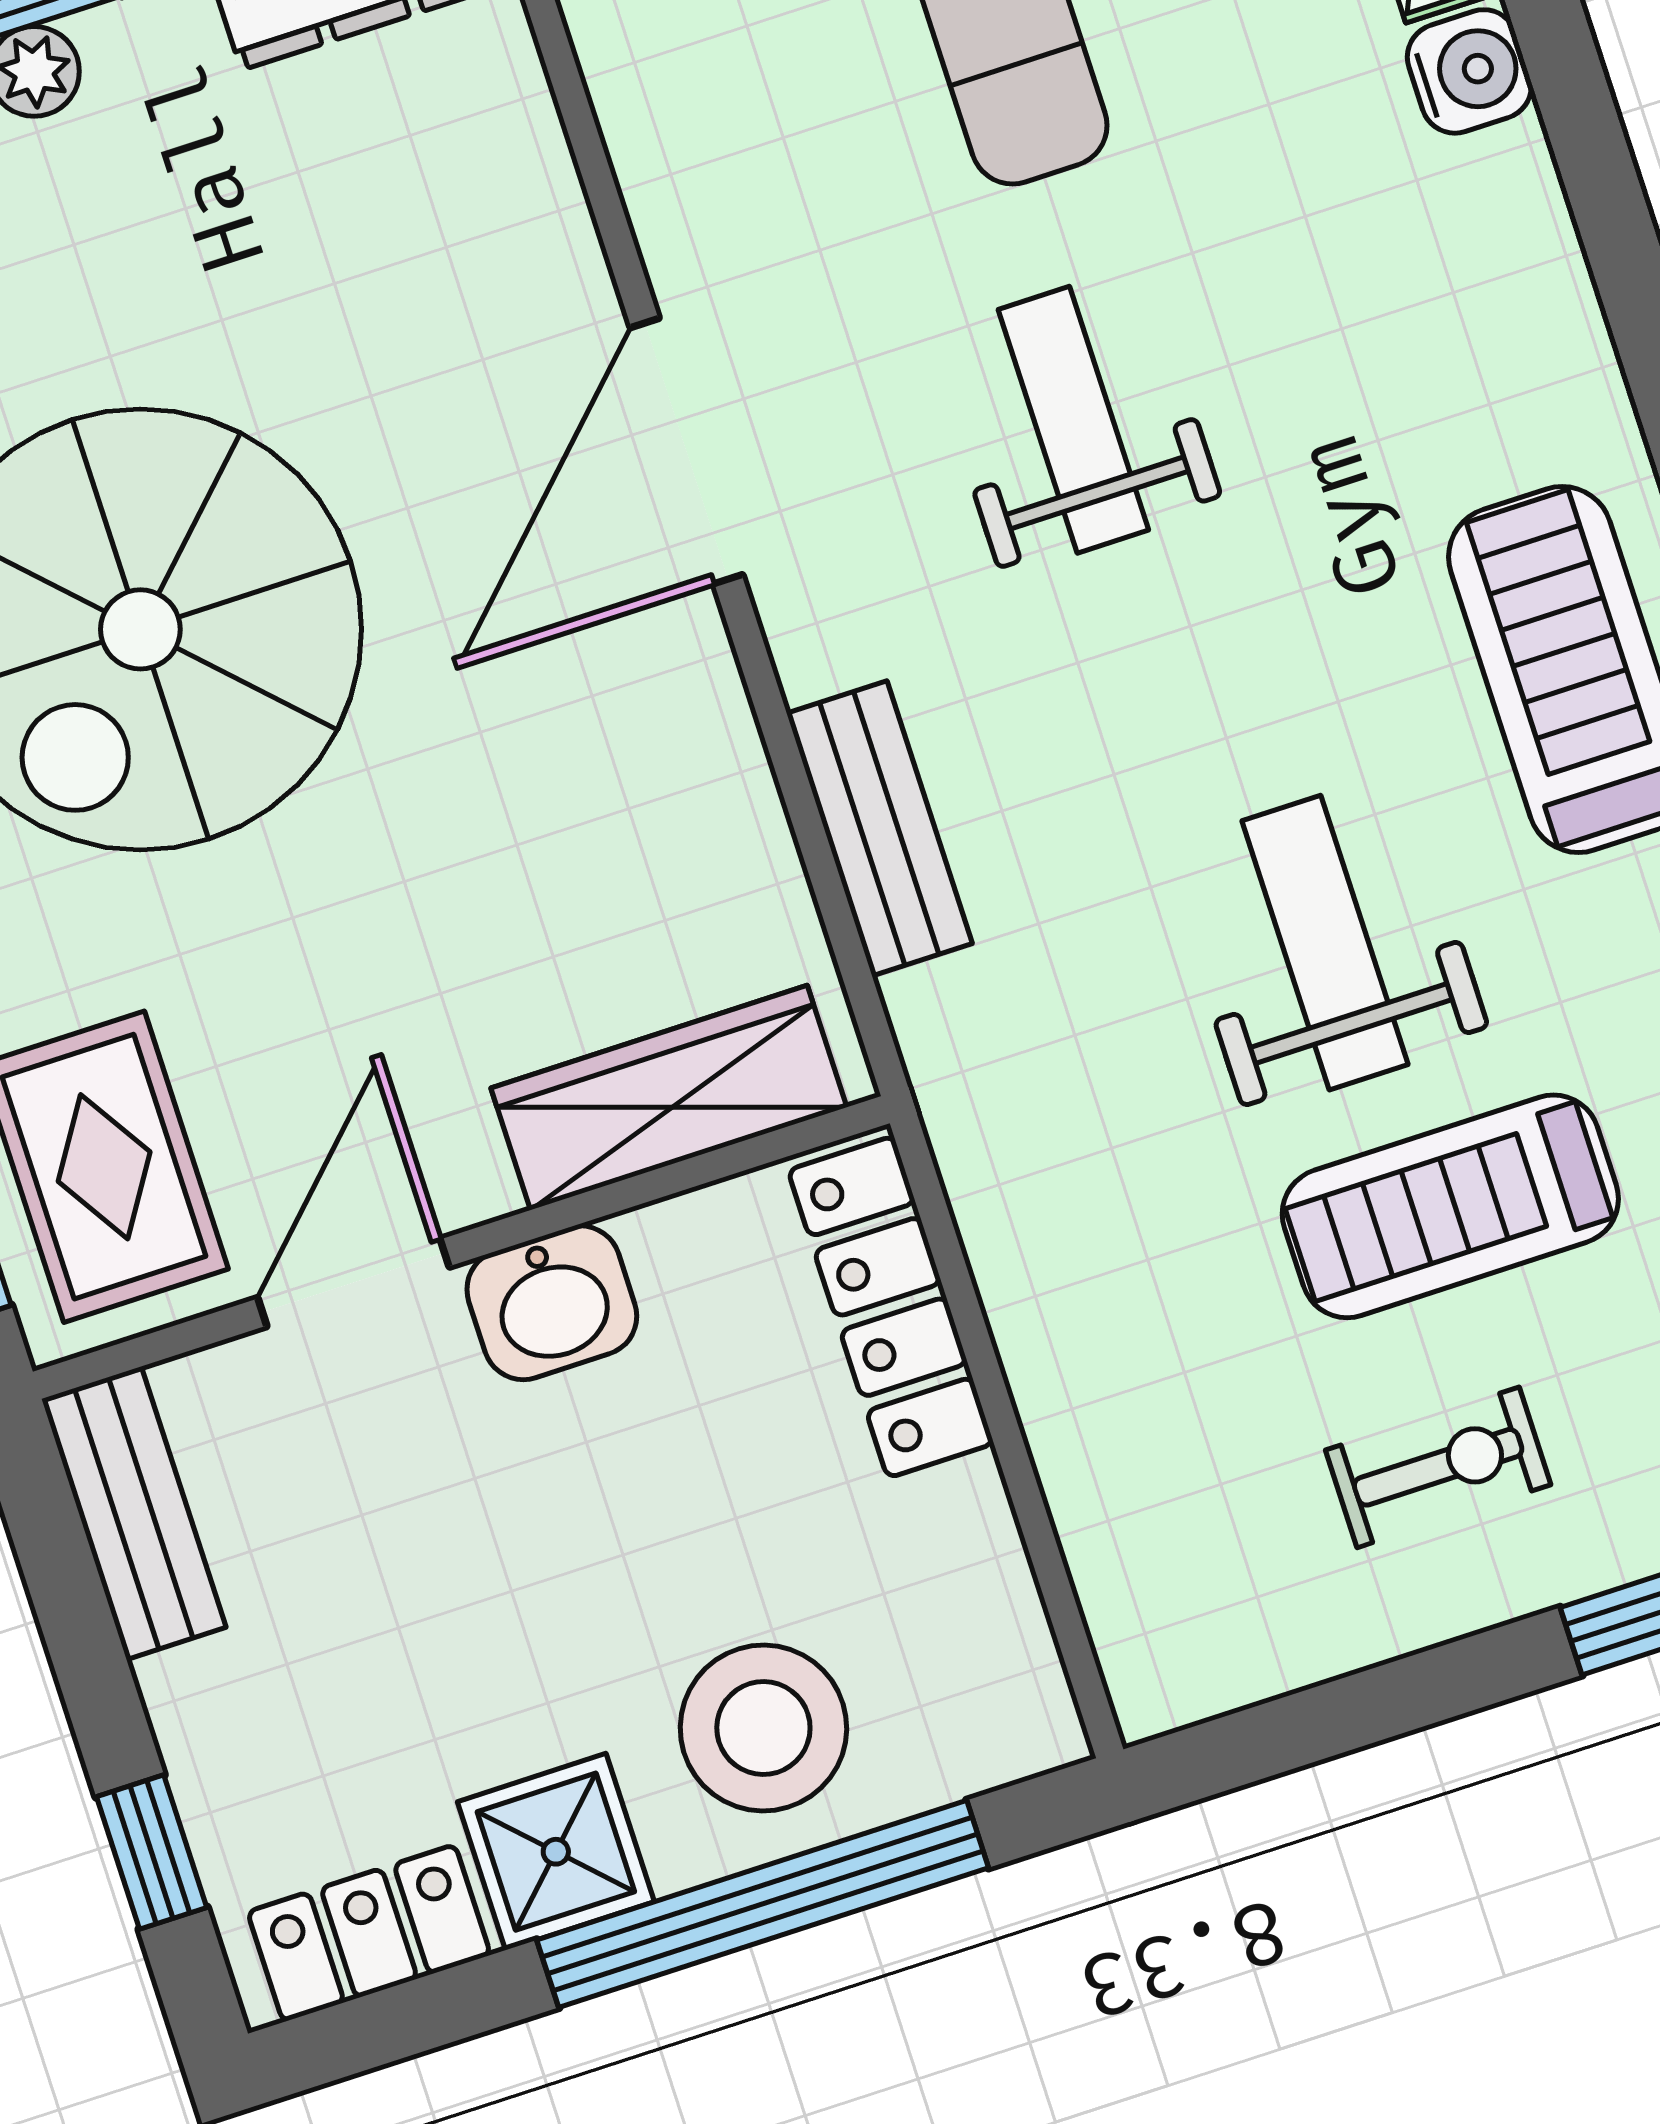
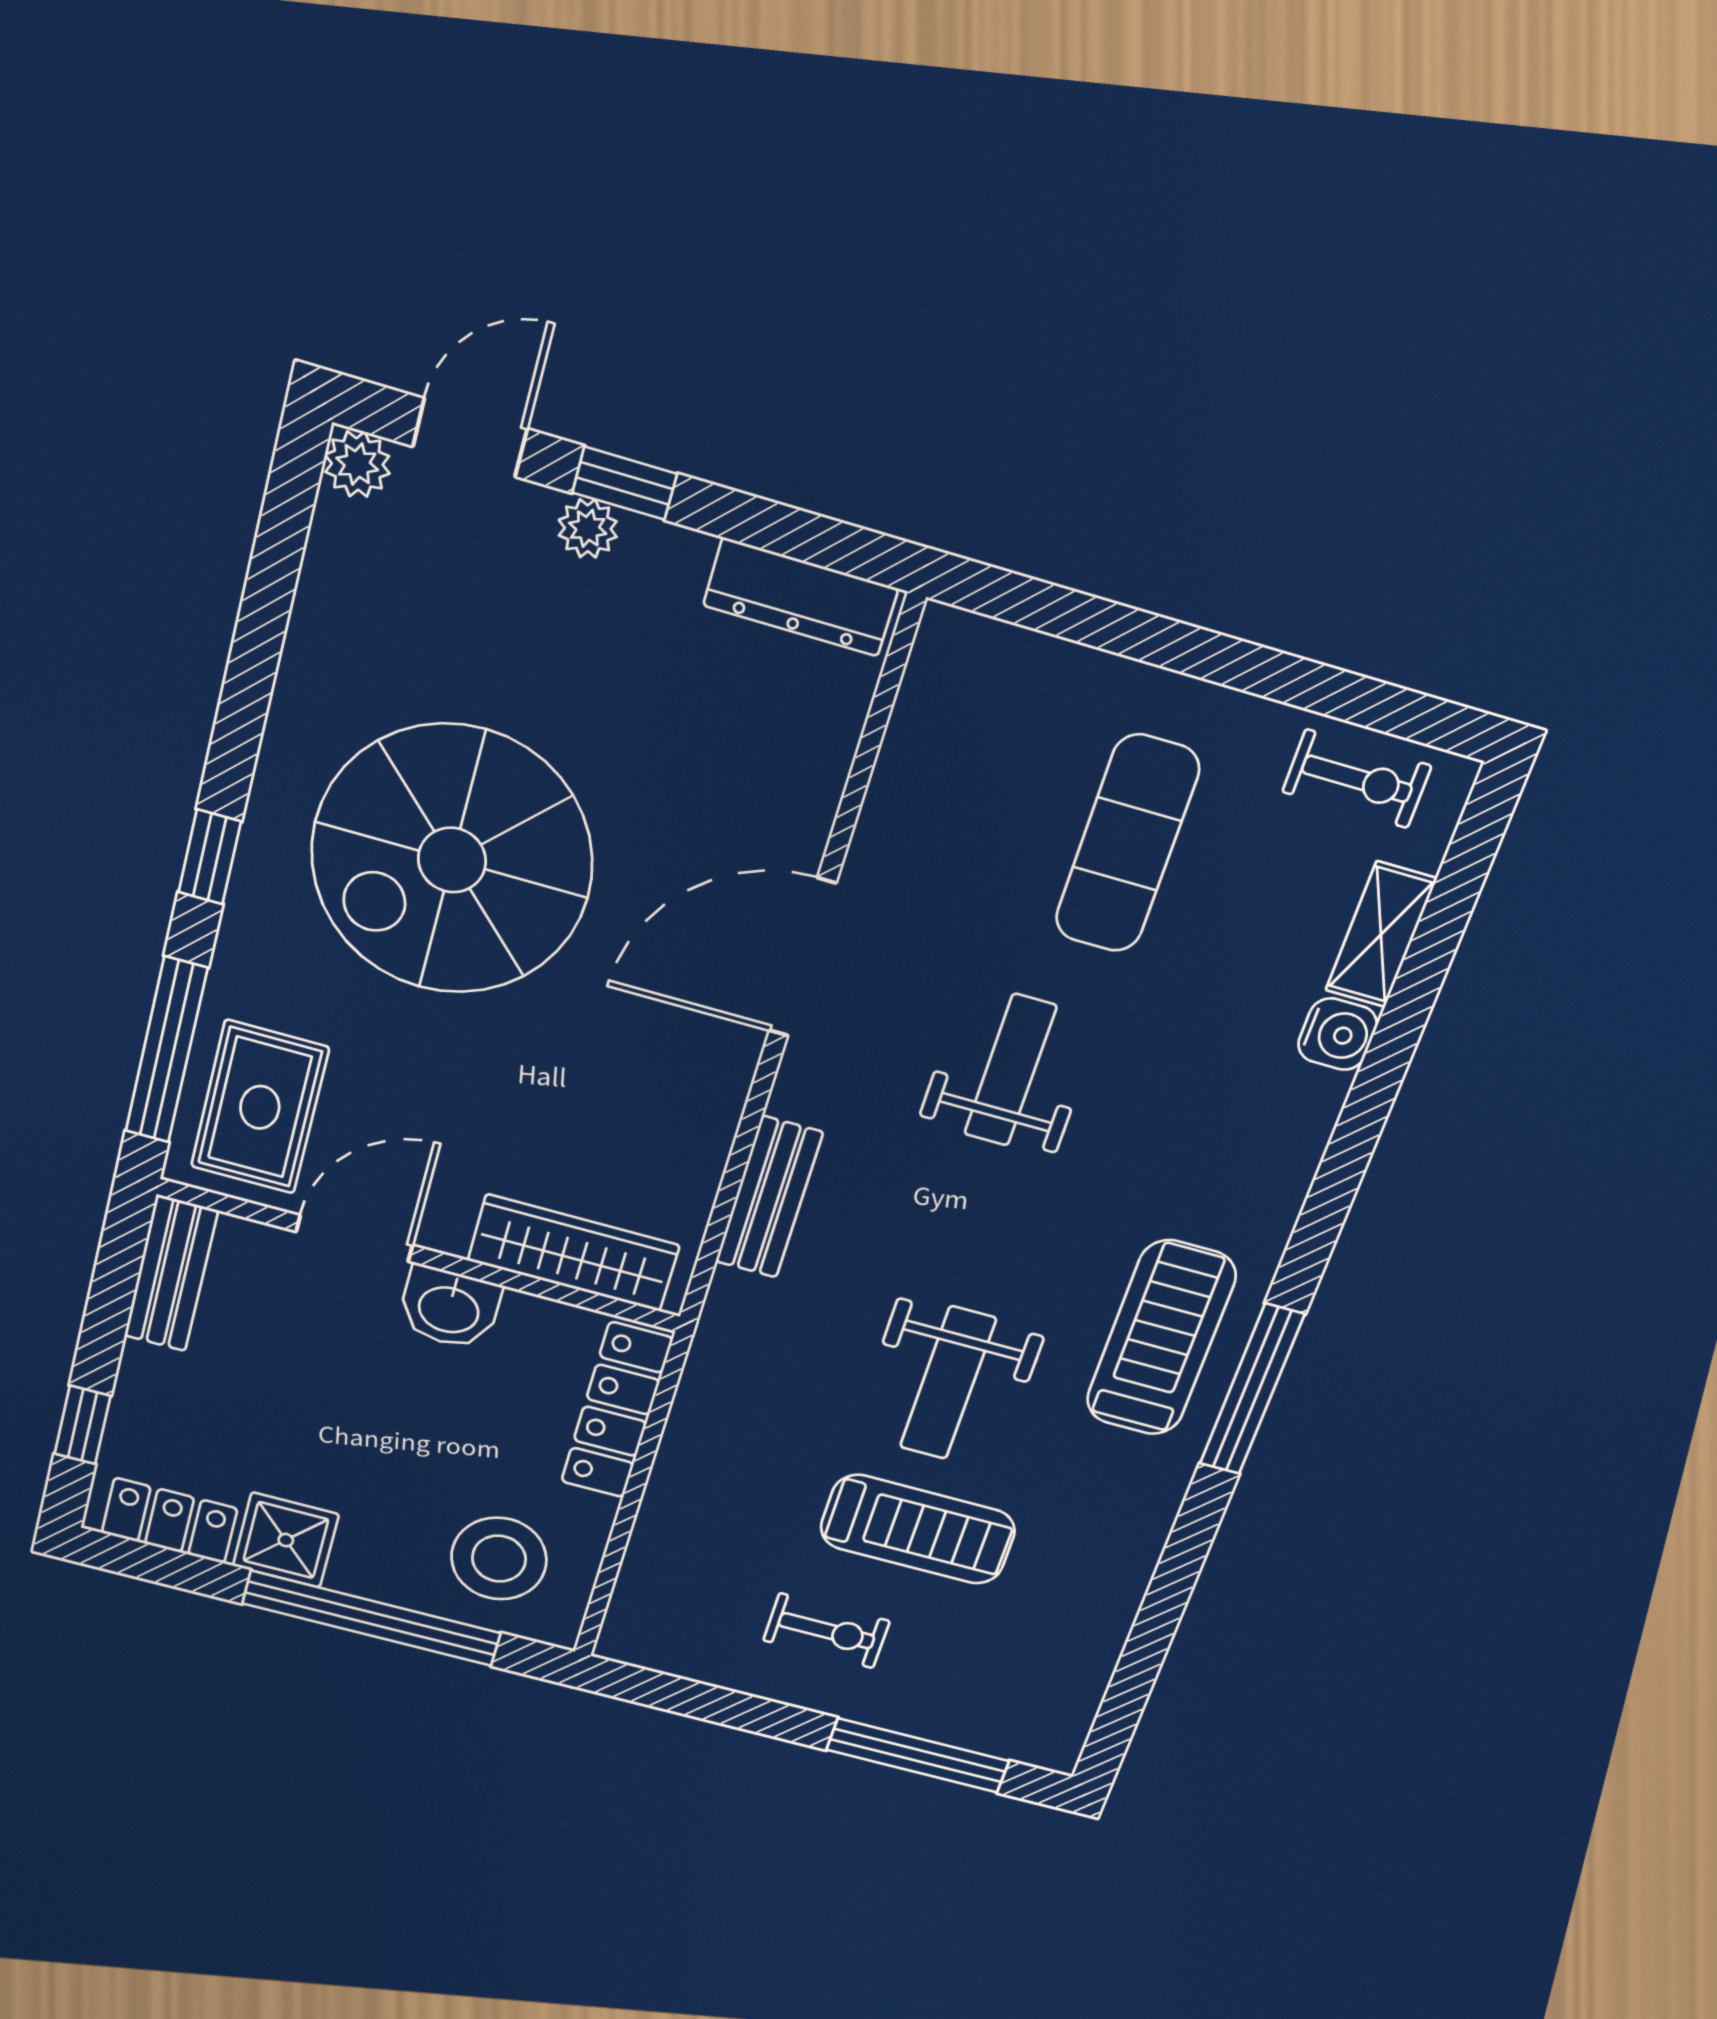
weight bench: (1325, 943) -> (948, 1383), turned 180
treadmill: (1450, 1206) -> (918, 1529), turned 180
stool: (763, 1728) -> (499, 1559), moved

